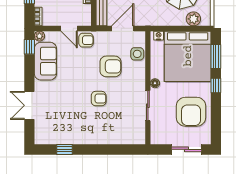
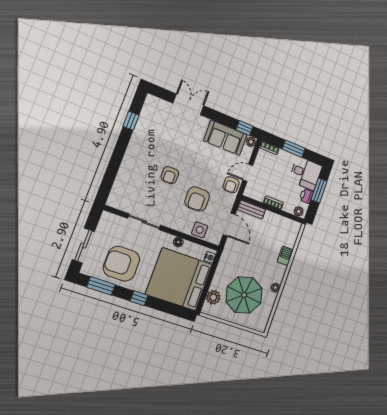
window: (216, 56) -> (101, 286), moved
floor lamp: (155, 83) -> (178, 242), moved

